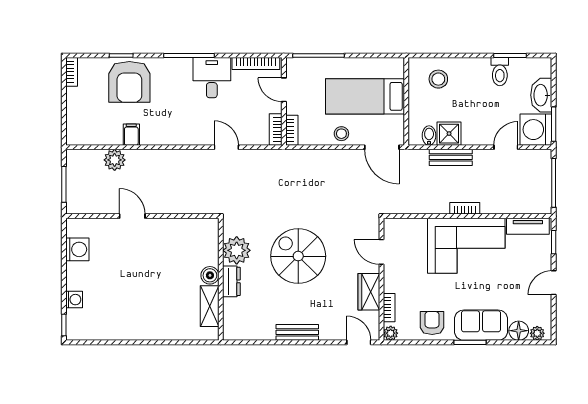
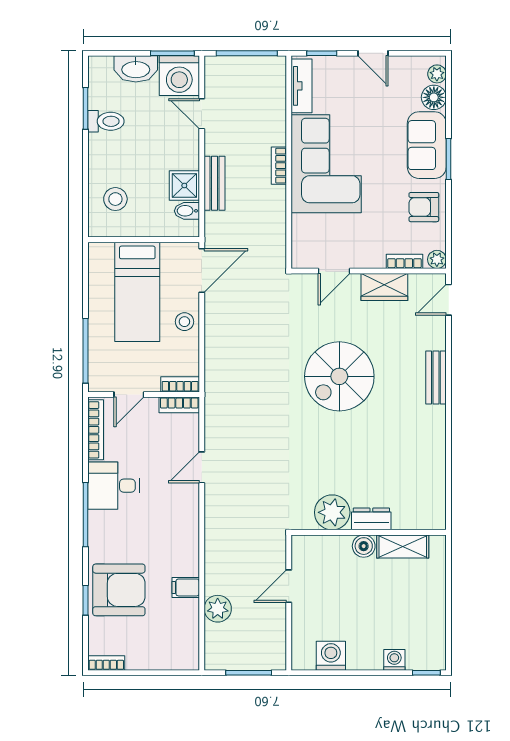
plant: (237, 250) -> (332, 512), moved
boiler: (210, 275) -> (364, 546), moved
wall: (221, 279) -> (369, 532), moved
dresser: (231, 281) -> (371, 519), moved
shelving: (210, 306) -> (403, 546), moved

